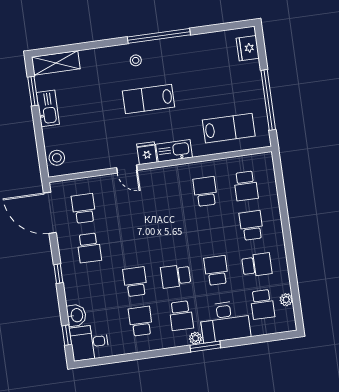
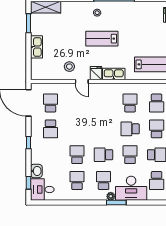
kitchen sink: (48, 108) -> (36, 47), moved
stool: (57, 158) -> (69, 67), moved
school desk: (211, 231) -> (130, 129), added
school desk: (181, 316) -> (104, 181), turned 180

